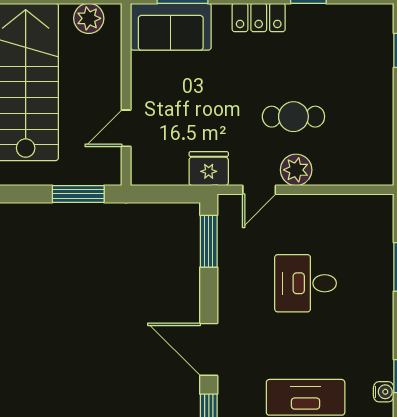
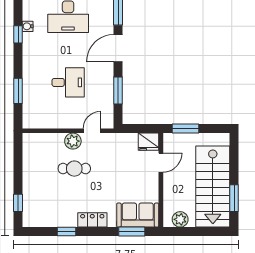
fridge: (209, 169) -> (149, 142), moved
window: (209, 241) -> (118, 90), moved
door: (209, 349) -> (118, 48), swing flipped

